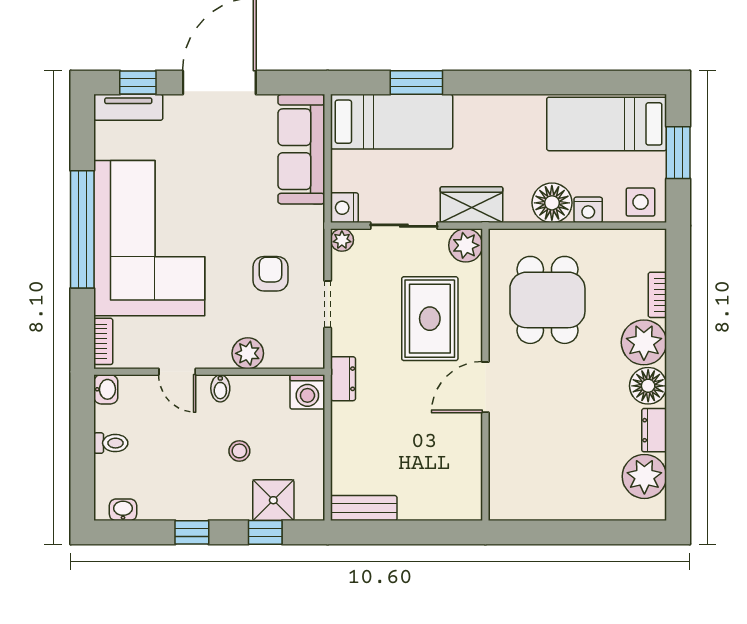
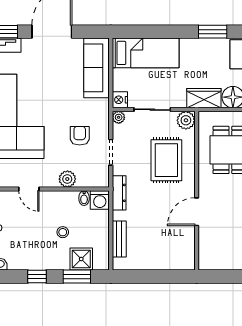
window: (416, 83) -> (213, 32), moved
wardrobe: (471, 205) -> (204, 98), moved
dresser: (343, 379) -> (119, 193), width x1.44
door: (485, 387) -> (197, 212), moved
bidet: (220, 388) -> (84, 198), moved
bench: (364, 508) -> (119, 239), moved, turned 90
window: (265, 532) -> (77, 277), width x1.50

